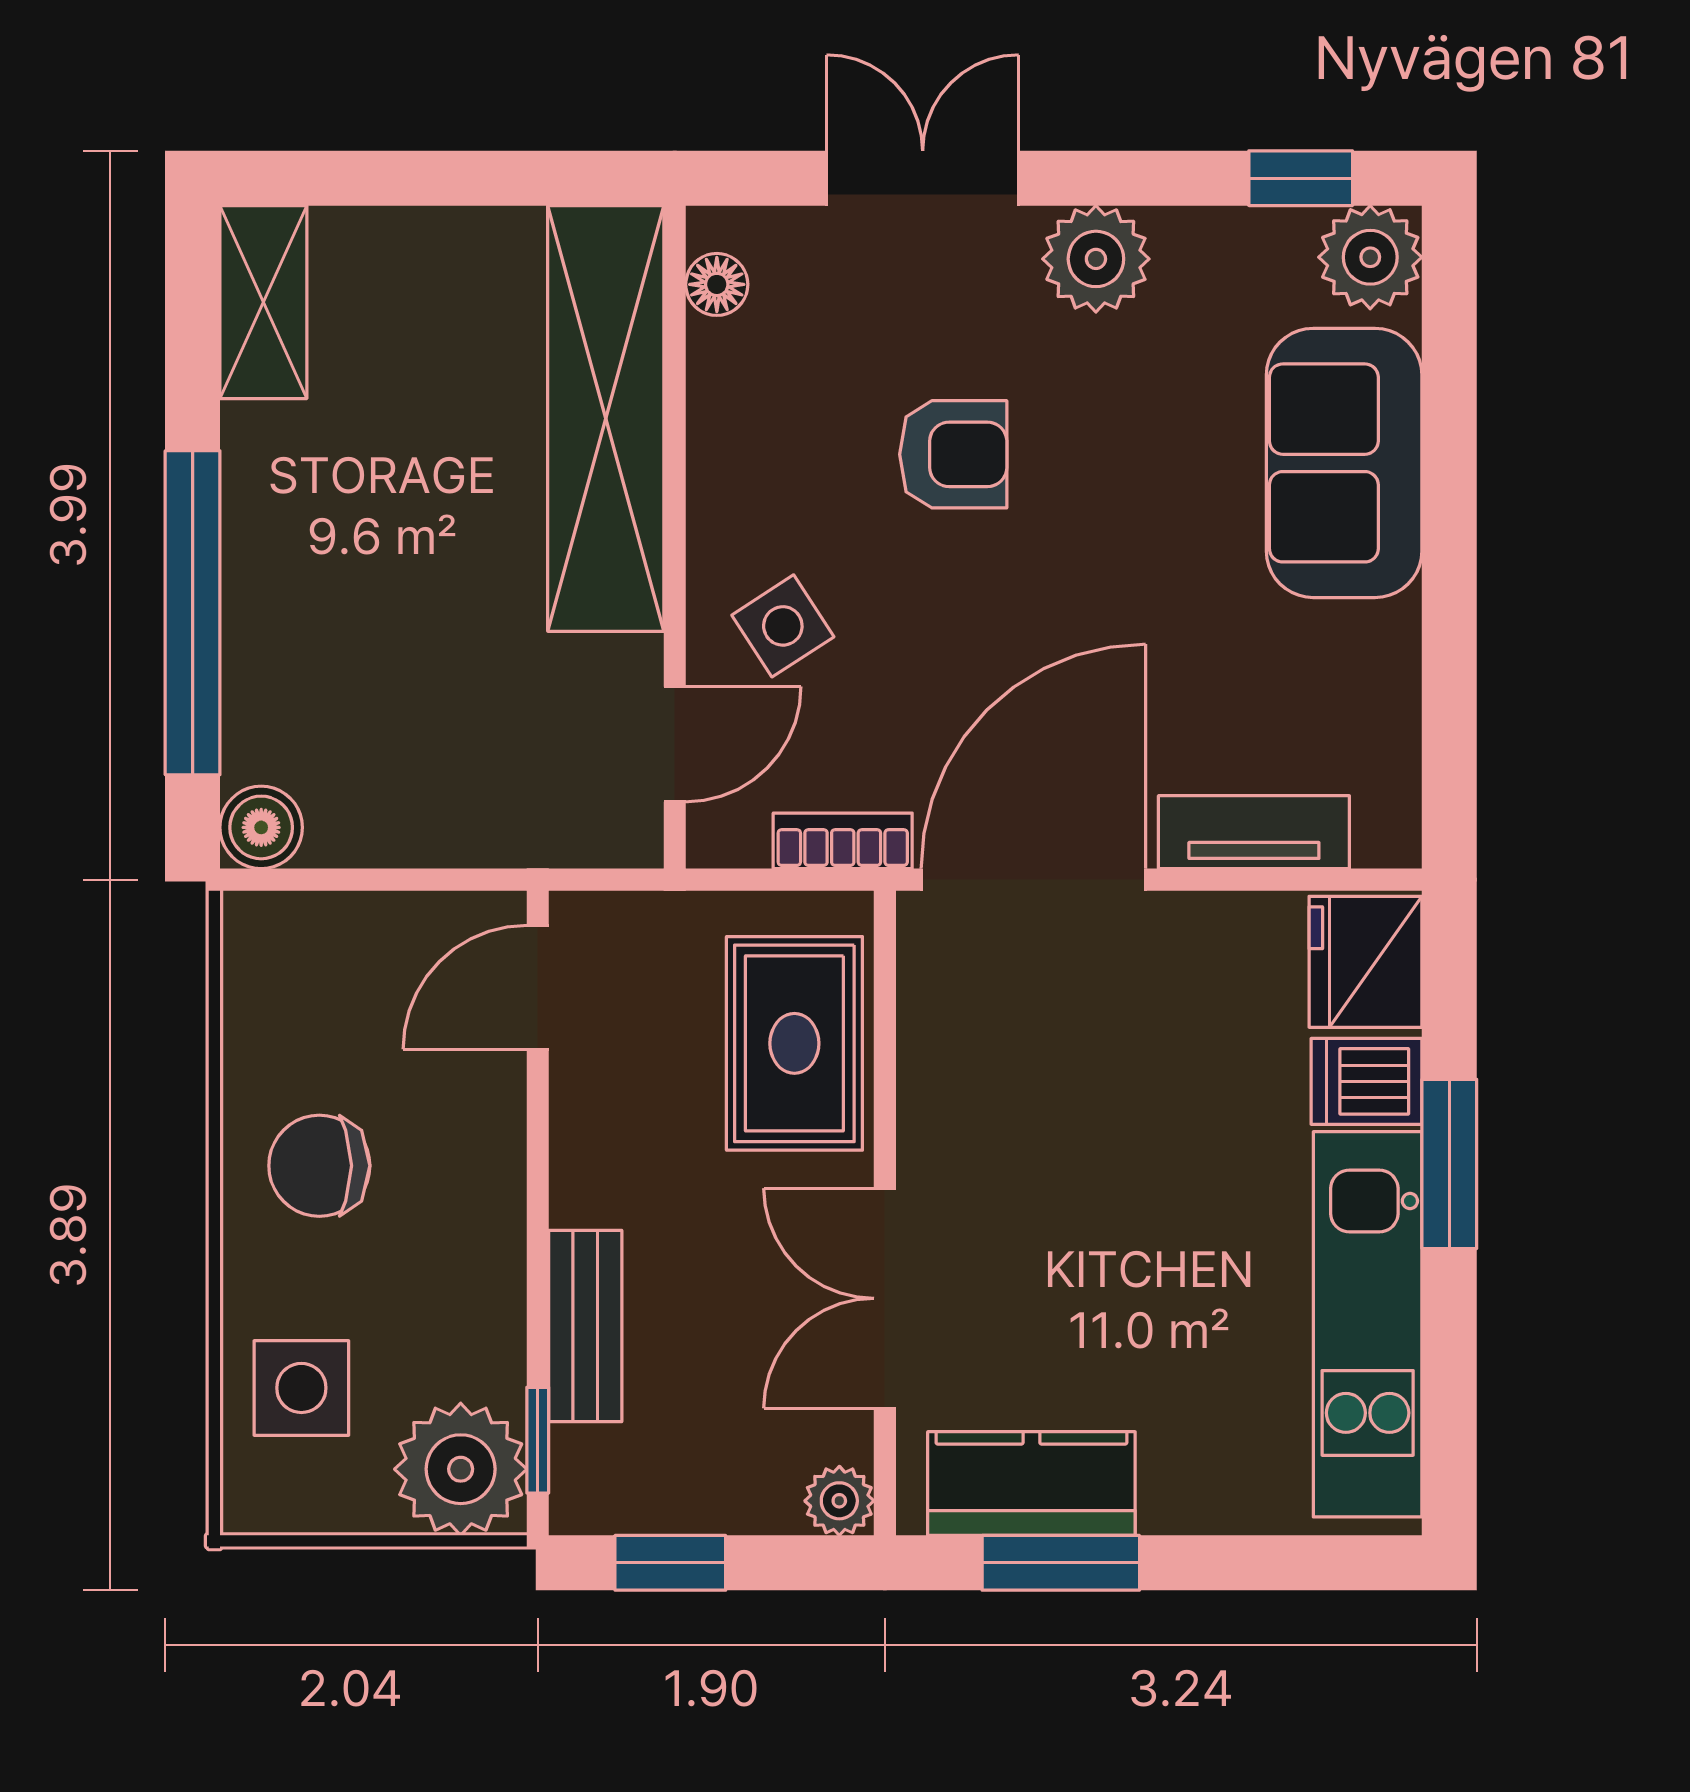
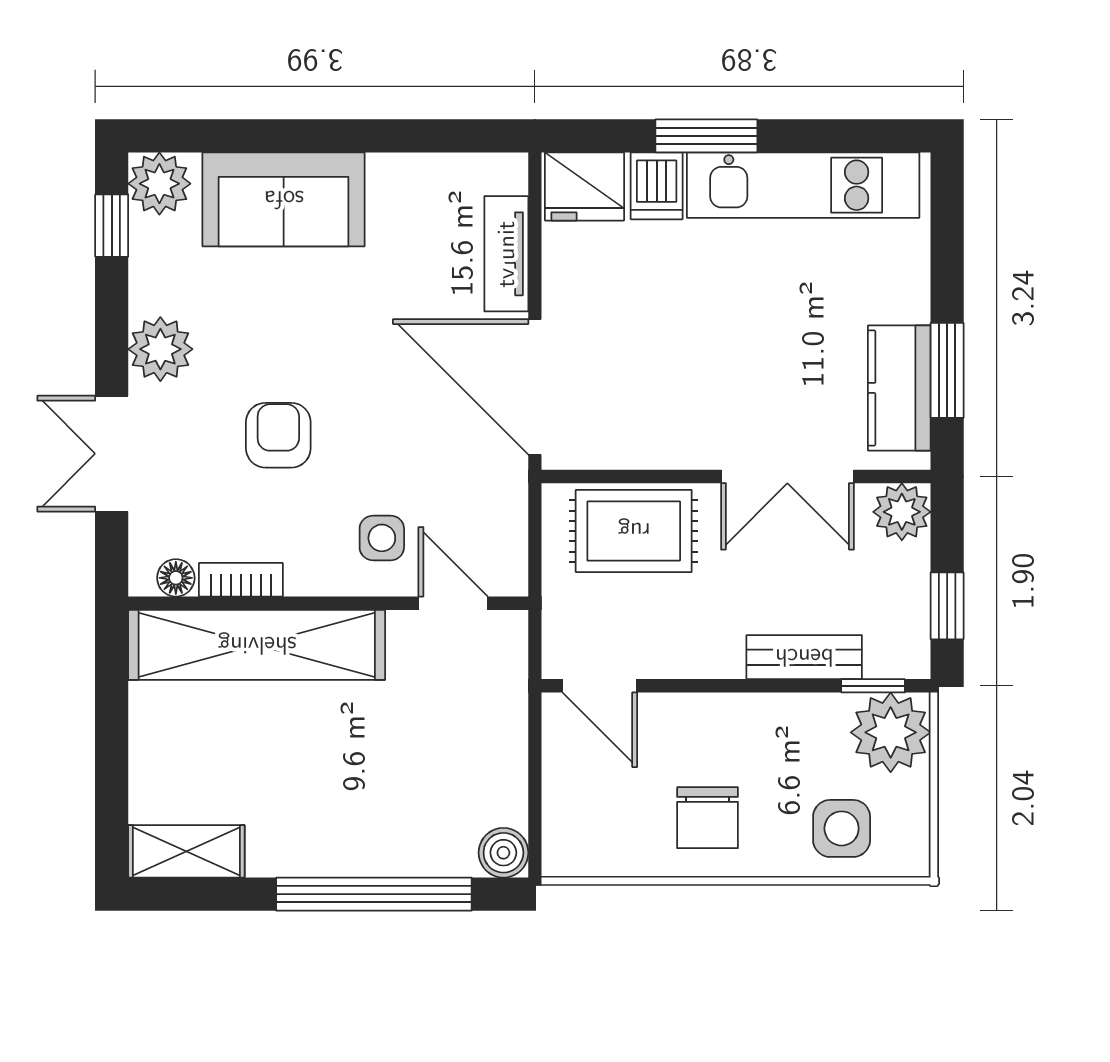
side table: (783, 626) -> (382, 538), turned 33
bookcase: (843, 841) -> (241, 580), moved, turned 90
plant: (839, 1501) -> (902, 512), width x1.38, depth x1.38

